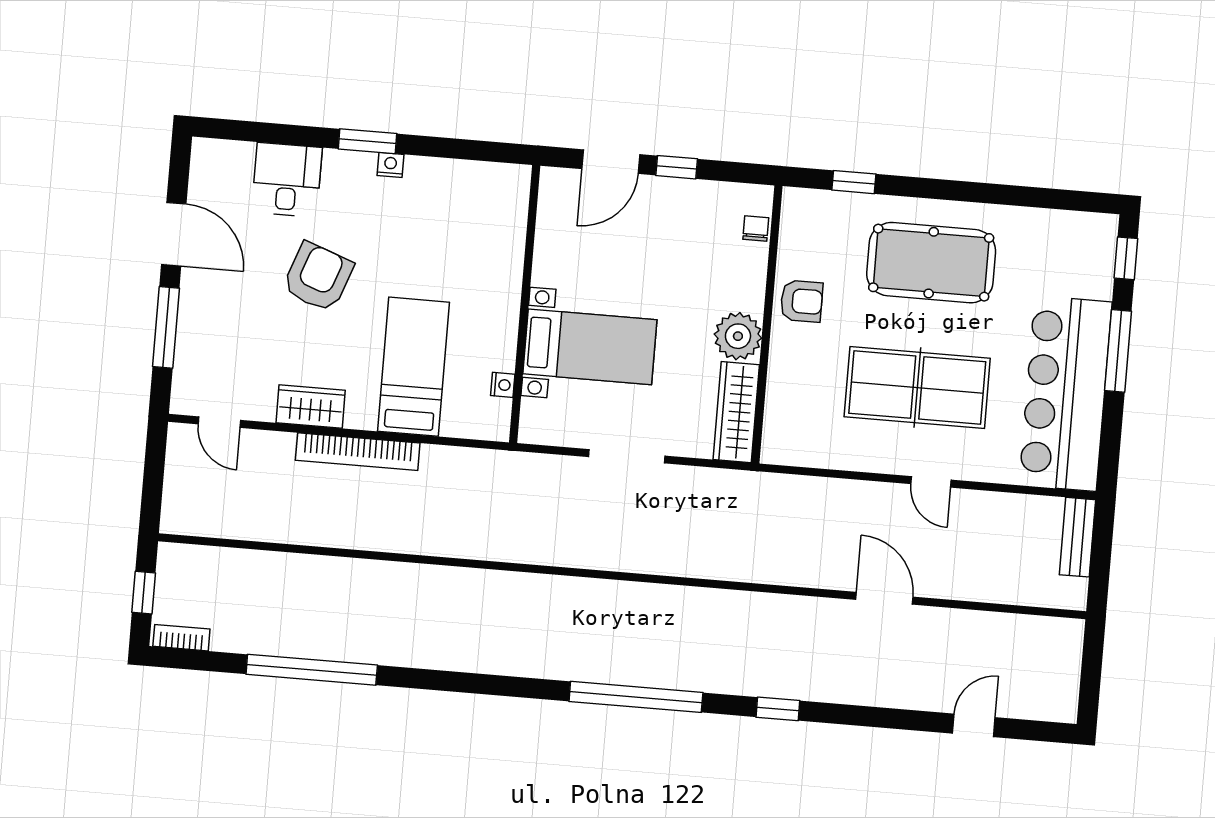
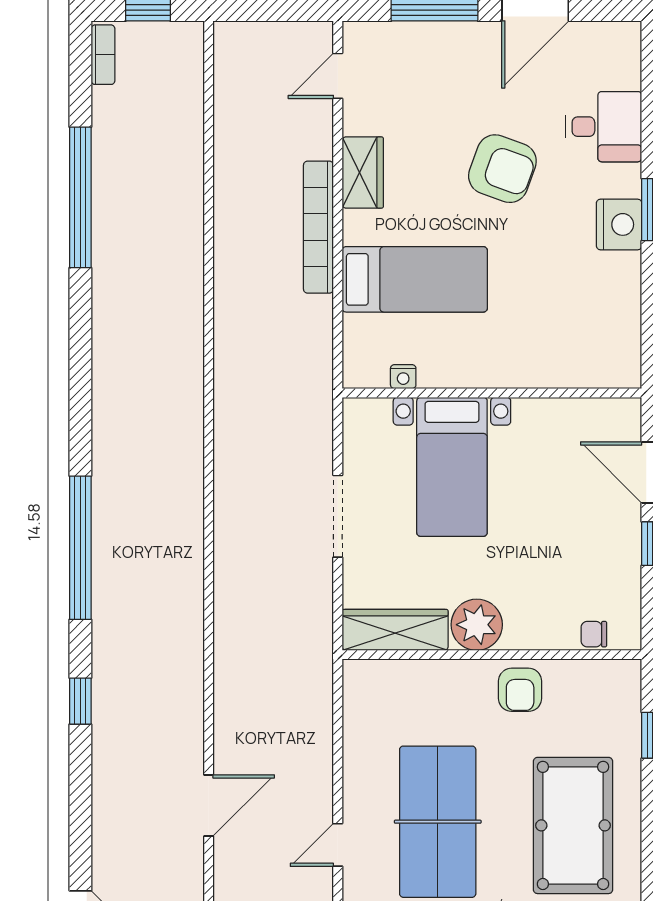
nightstand: (390, 165) -> (619, 224), width x1.89, depth x1.79
chair: (756, 228) -> (594, 634), turned 180

